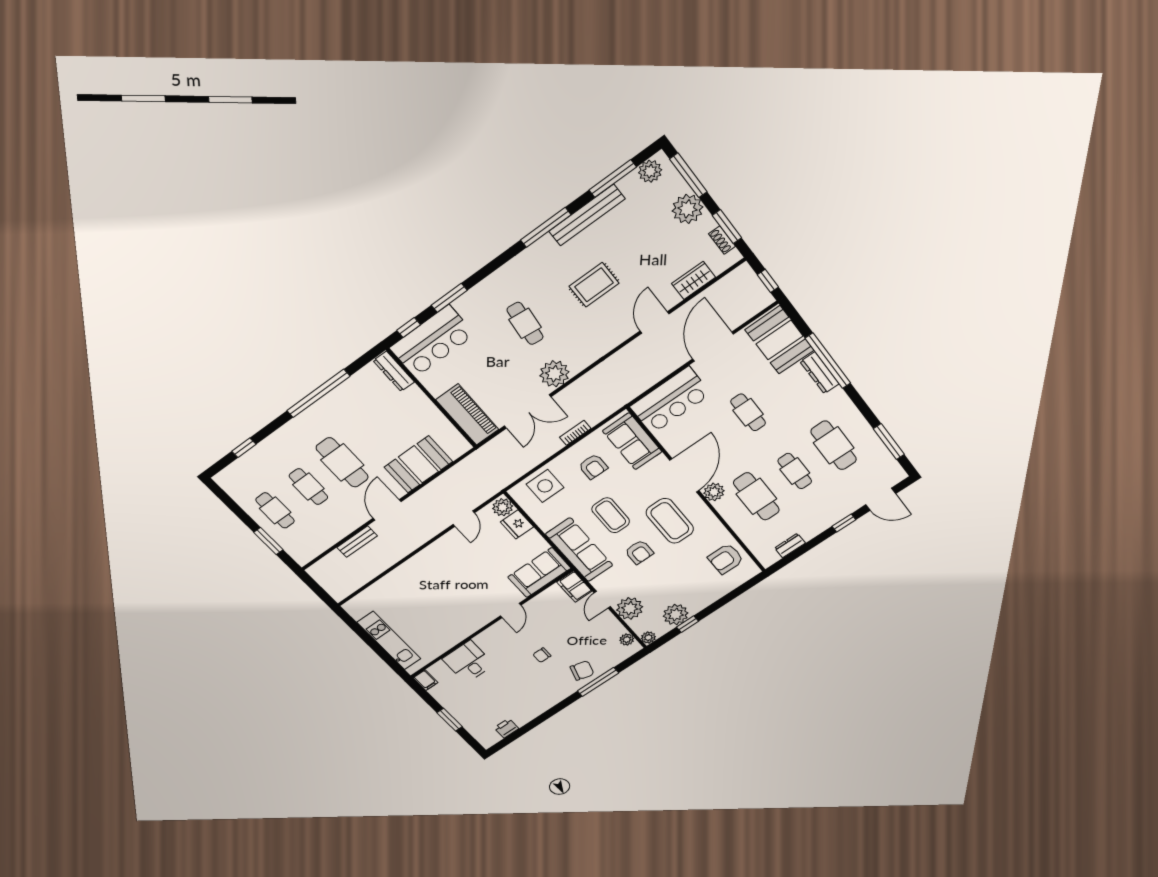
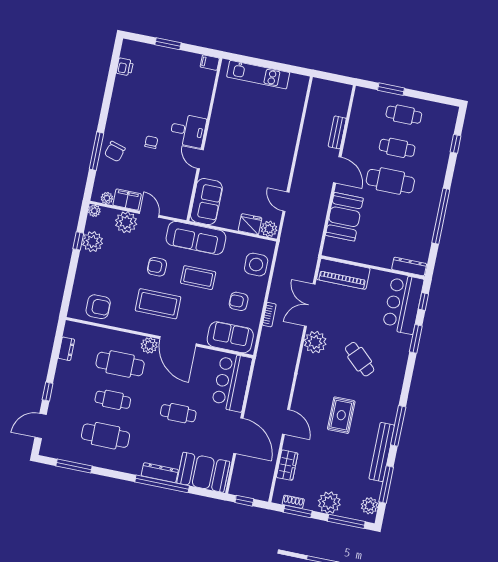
cafe table: (525, 323) -> (360, 359), turned 37
armchair: (726, 559) -> (98, 307), turned 90
filing cabinet: (574, 587) -> (127, 200), moved
desk: (468, 662) -> (188, 131), moved

